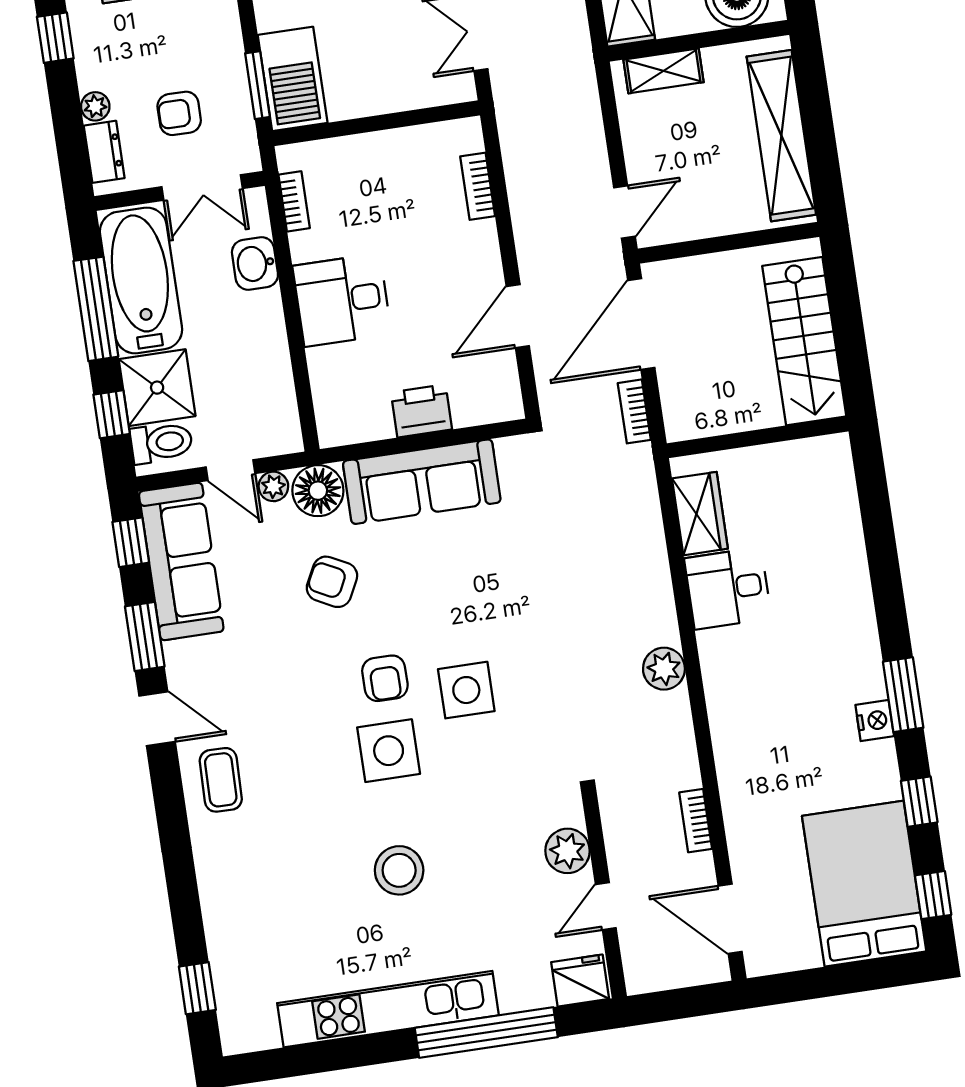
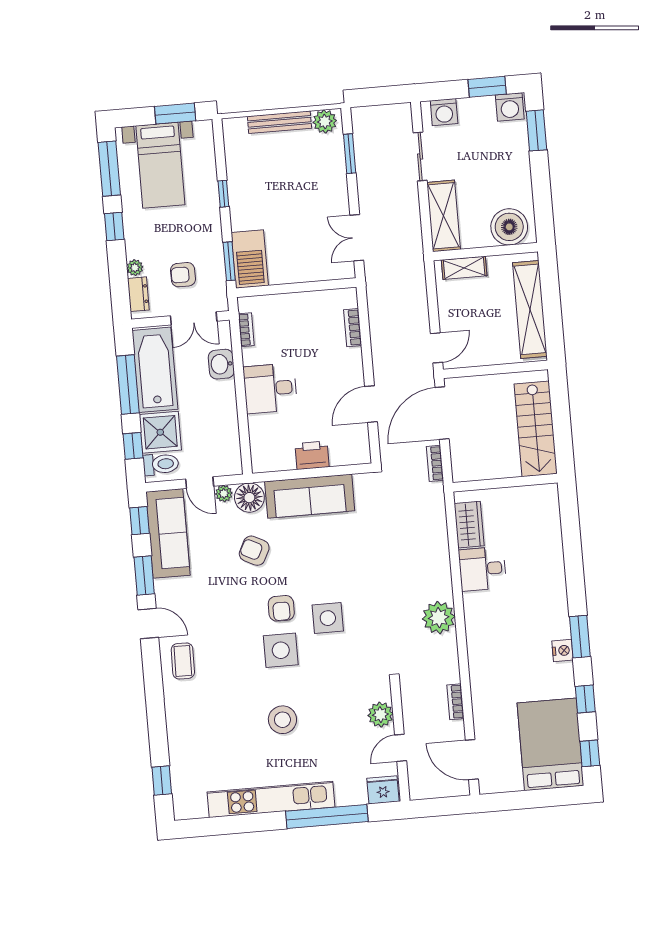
plant: (664, 669) -> (439, 618), width x1.36, depth x1.36

